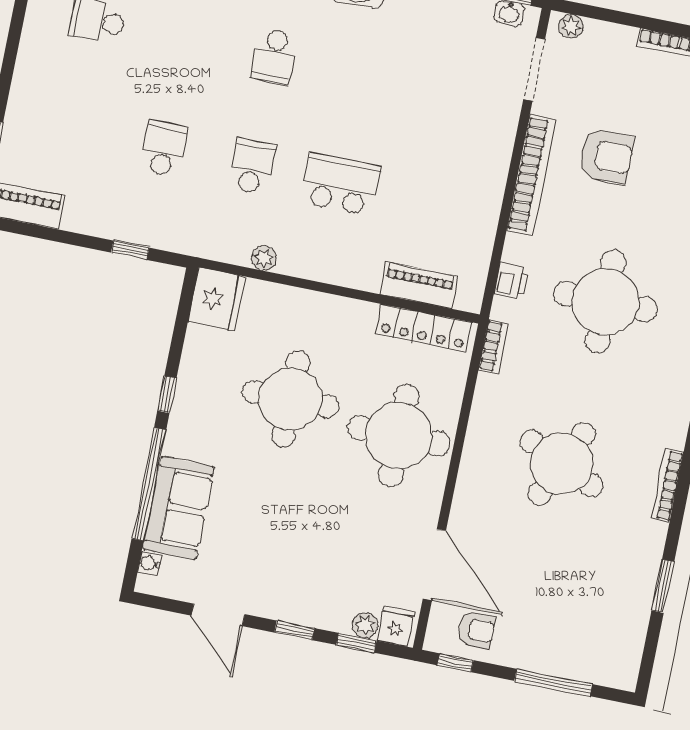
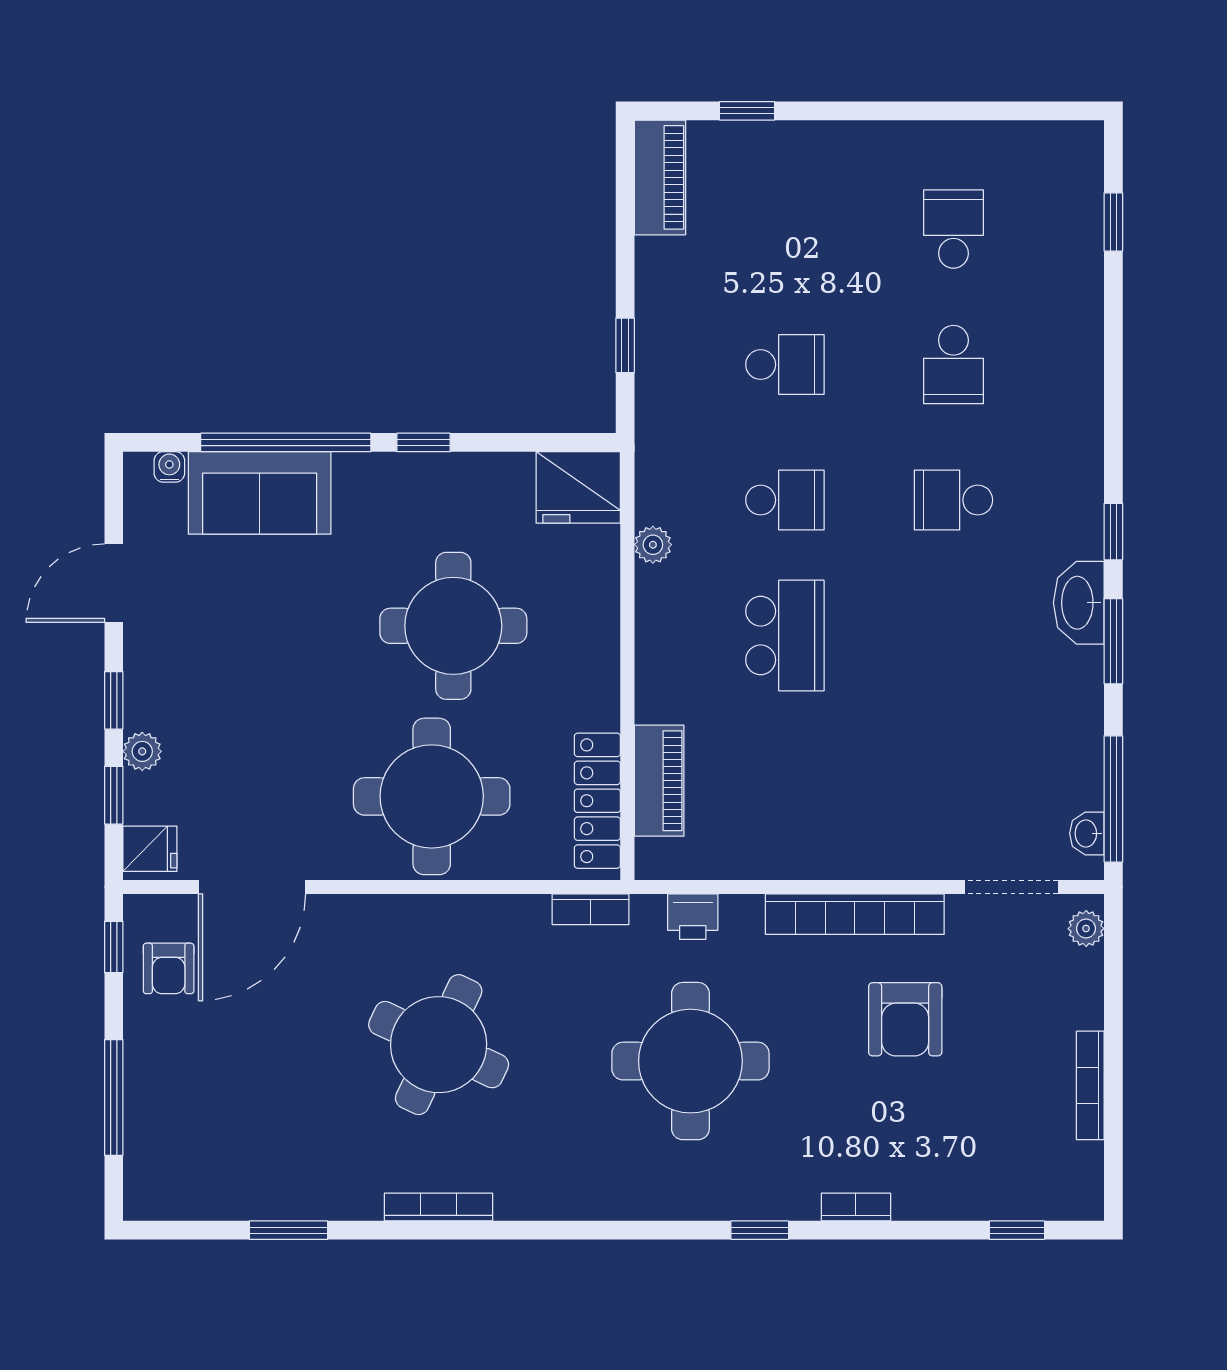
school desk: (186, 39) -> (953, 365), added
plant: (365, 625) -> (142, 751), moved

